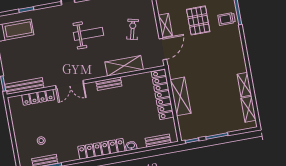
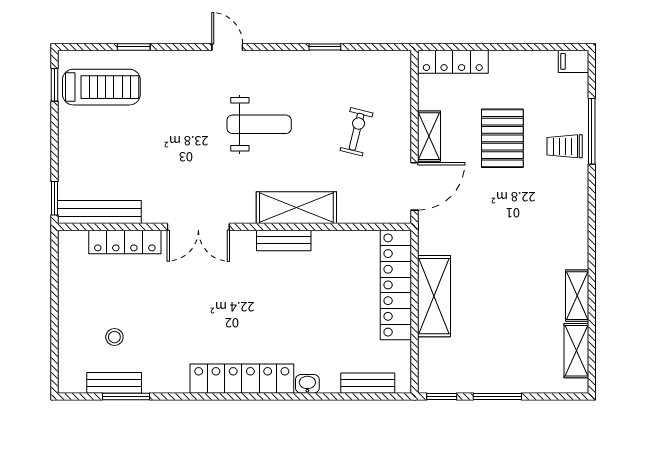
shelving: (124, 66) -> (296, 208), moved

